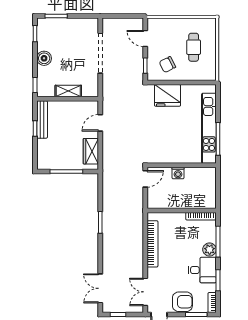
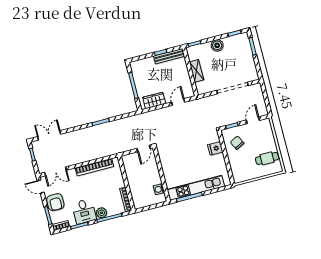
cafe table: (194, 47) -> (267, 158), moved
fridge: (168, 95) -> (215, 148), width x0.53, depth x0.75
door: (100, 123) -> (178, 102), hinge flipped
washing machine: (178, 173) -> (159, 189), moved
door: (145, 179) -> (144, 149), hinge flipped
double door: (145, 292) -> (56, 171), swing flipped

